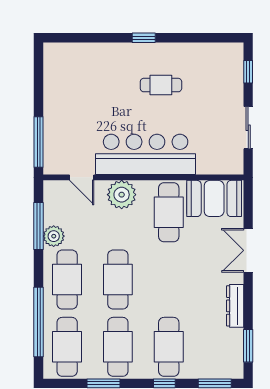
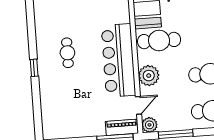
piano: (53, 153) -> (122, 127), added
plant: (54, 236) -> (149, 125), moved

